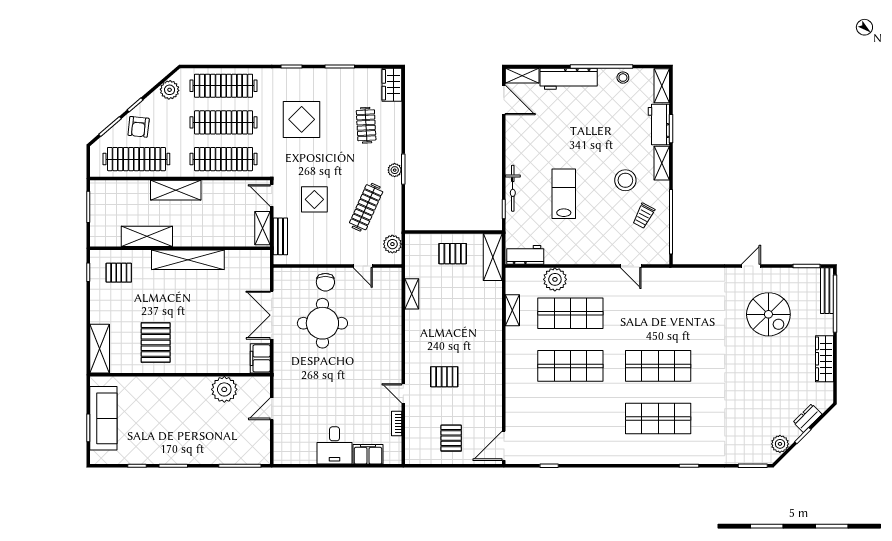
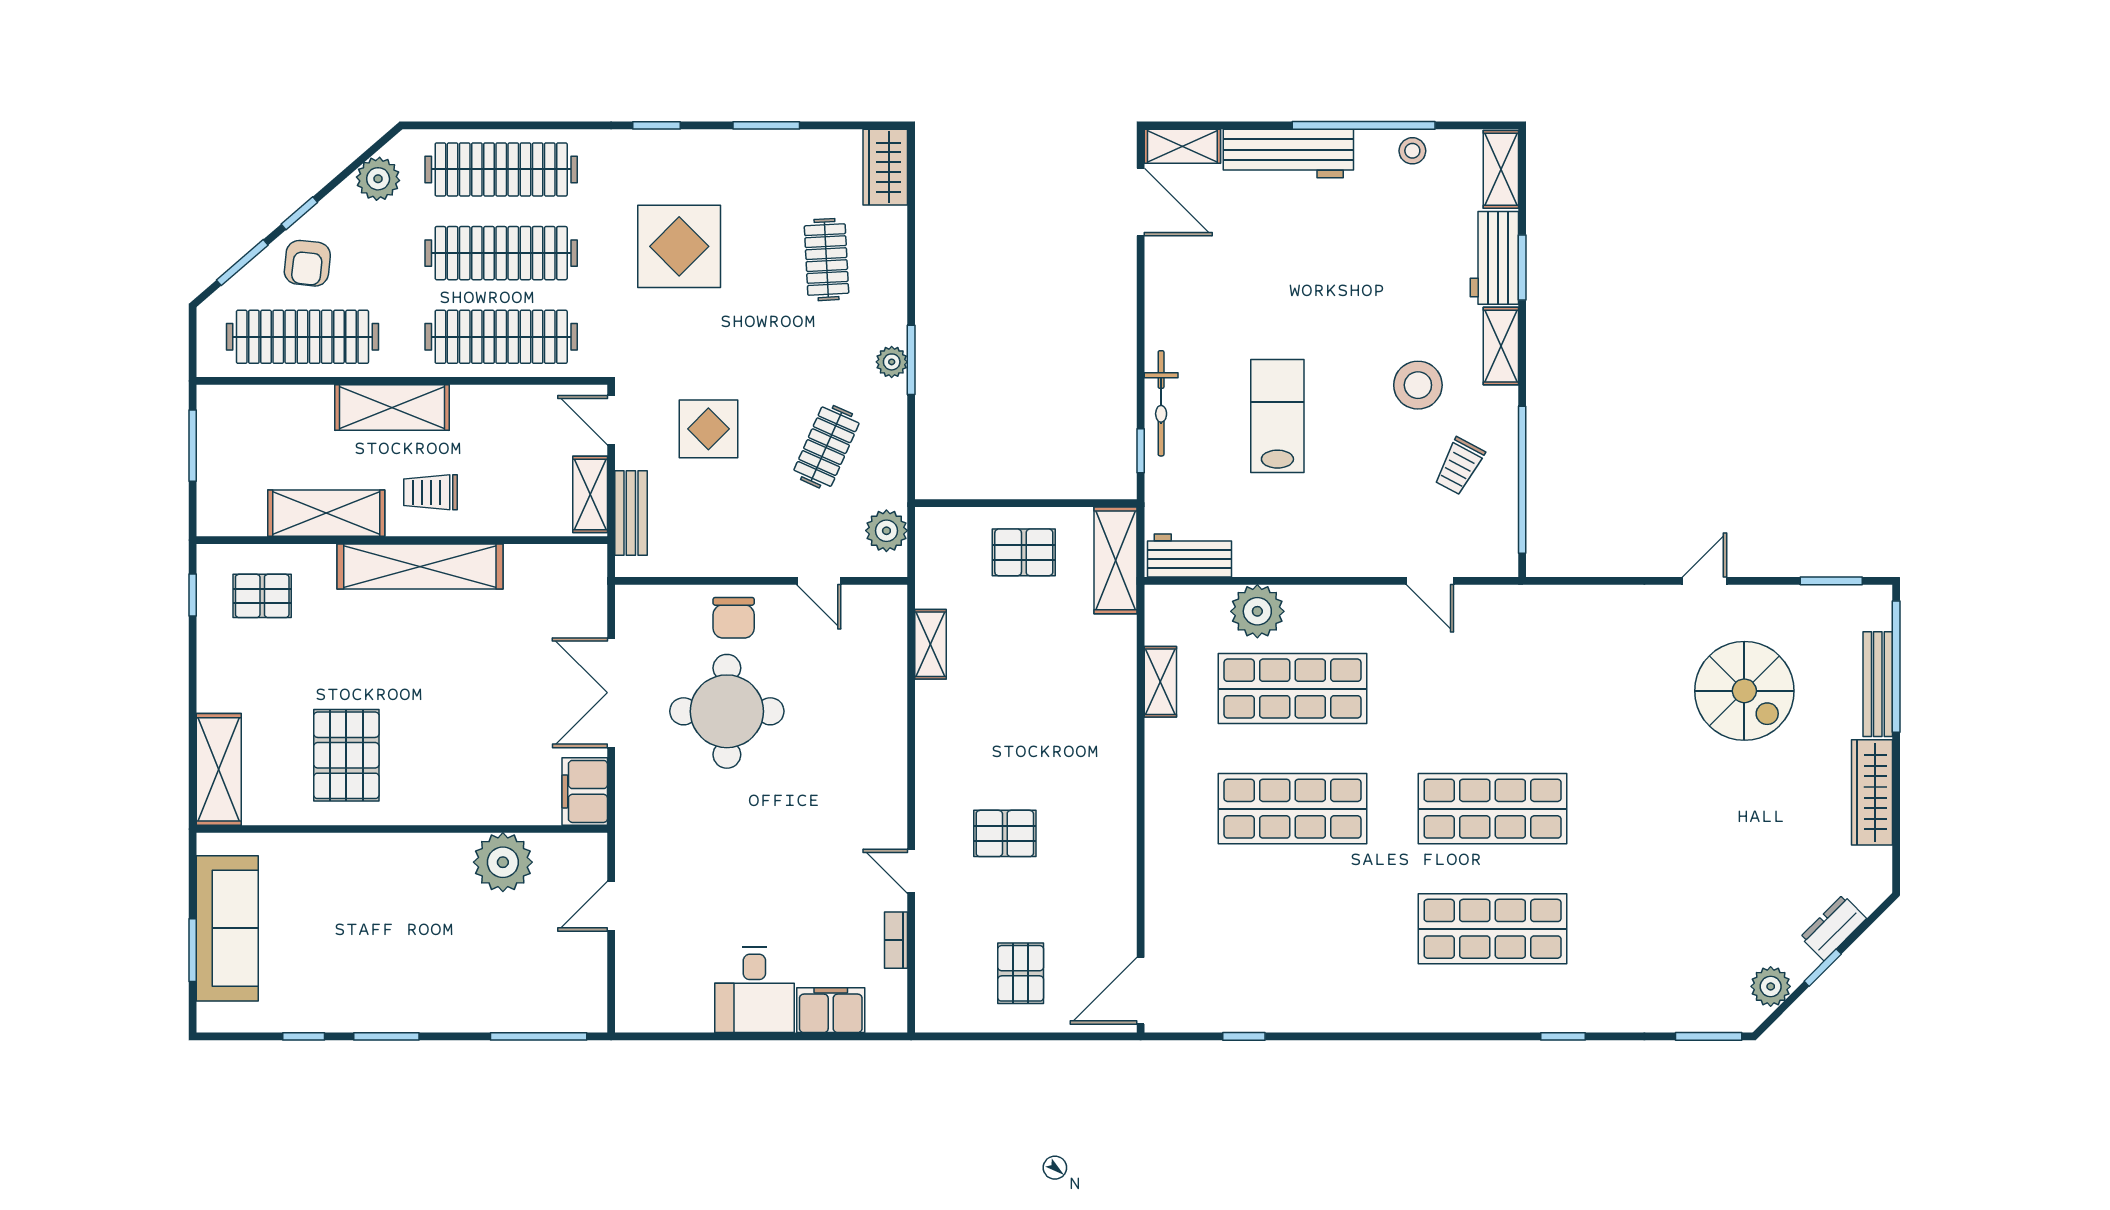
clothes rail: (366, 207) -> (826, 447), width x0.73
trolley: (193, 227) -> (430, 492), added
bench: (827, 291) -> (1878, 684), moved

